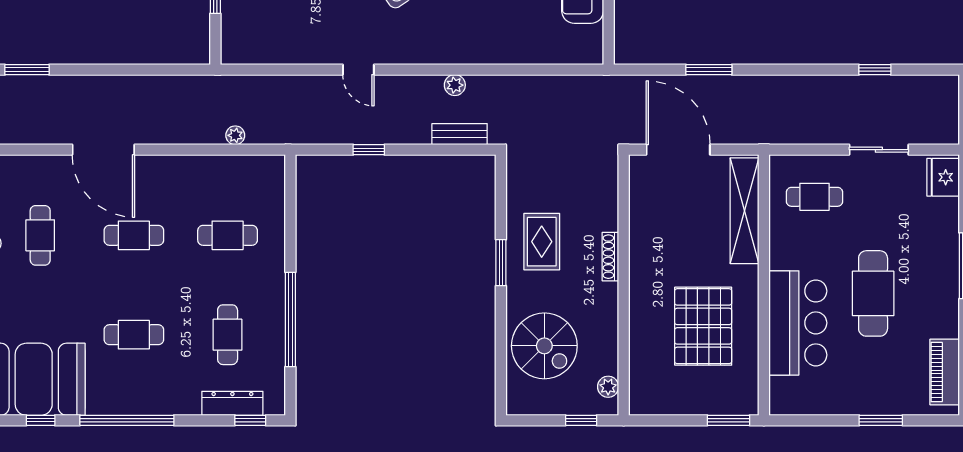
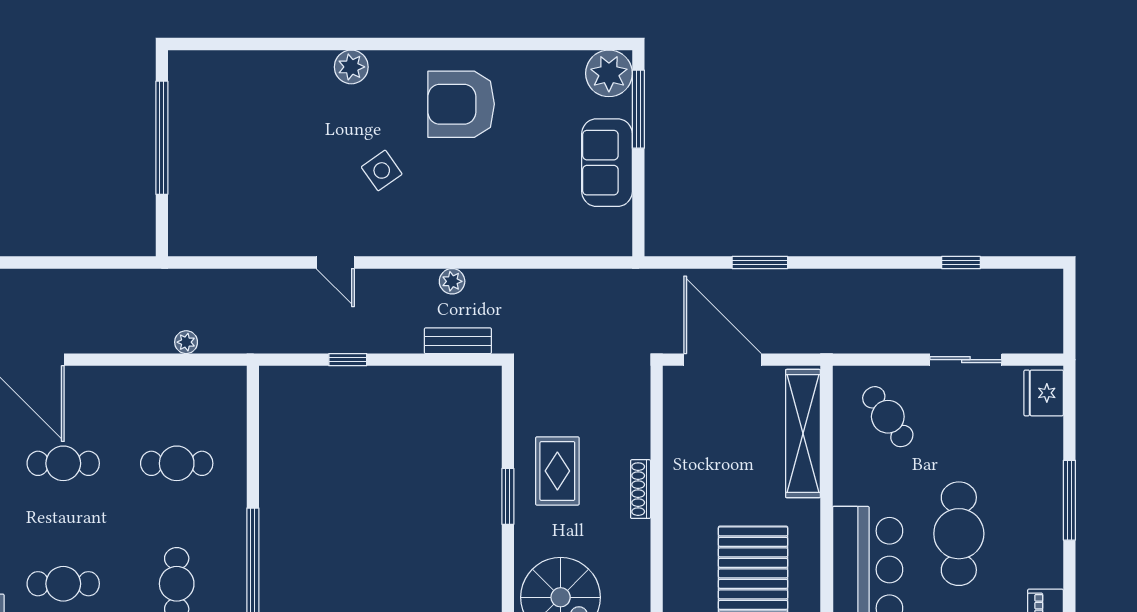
cafe table: (814, 197) -> (888, 417), turned 54

